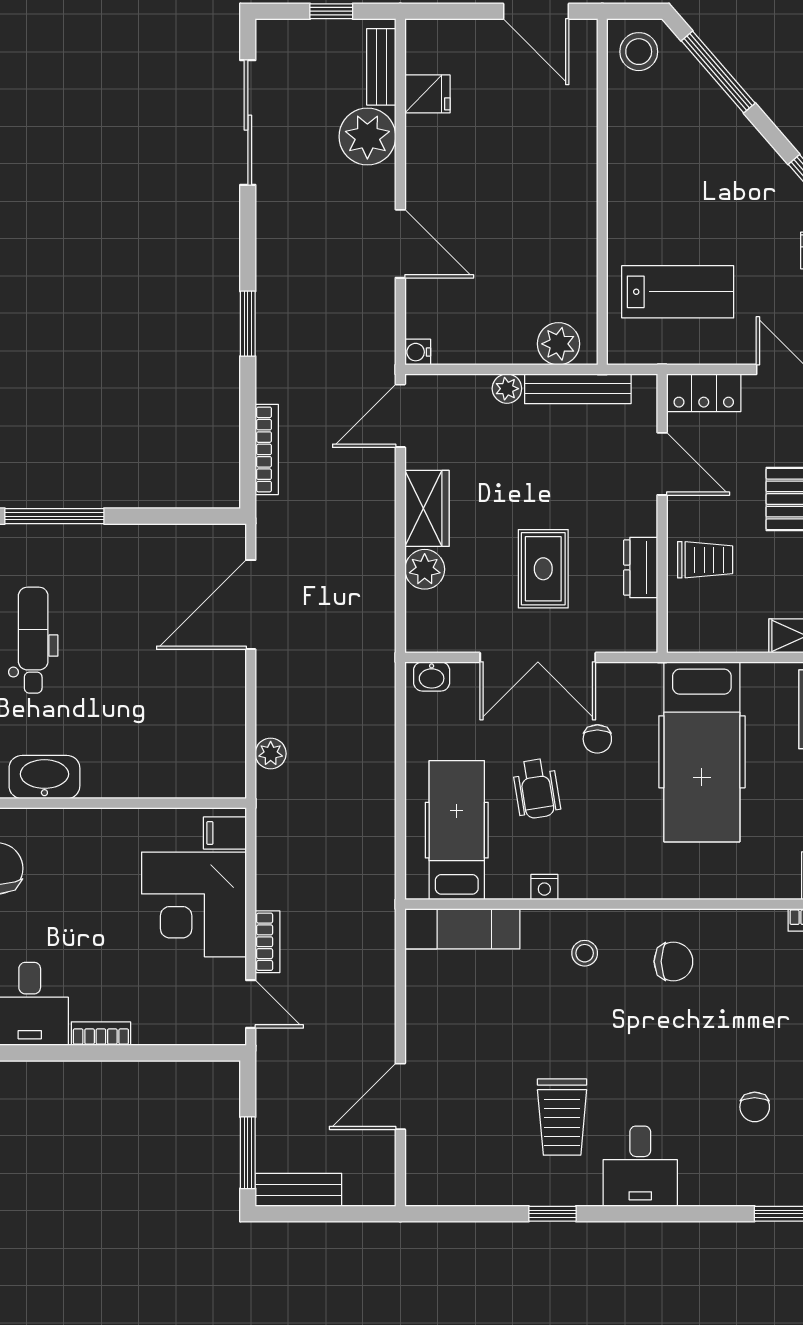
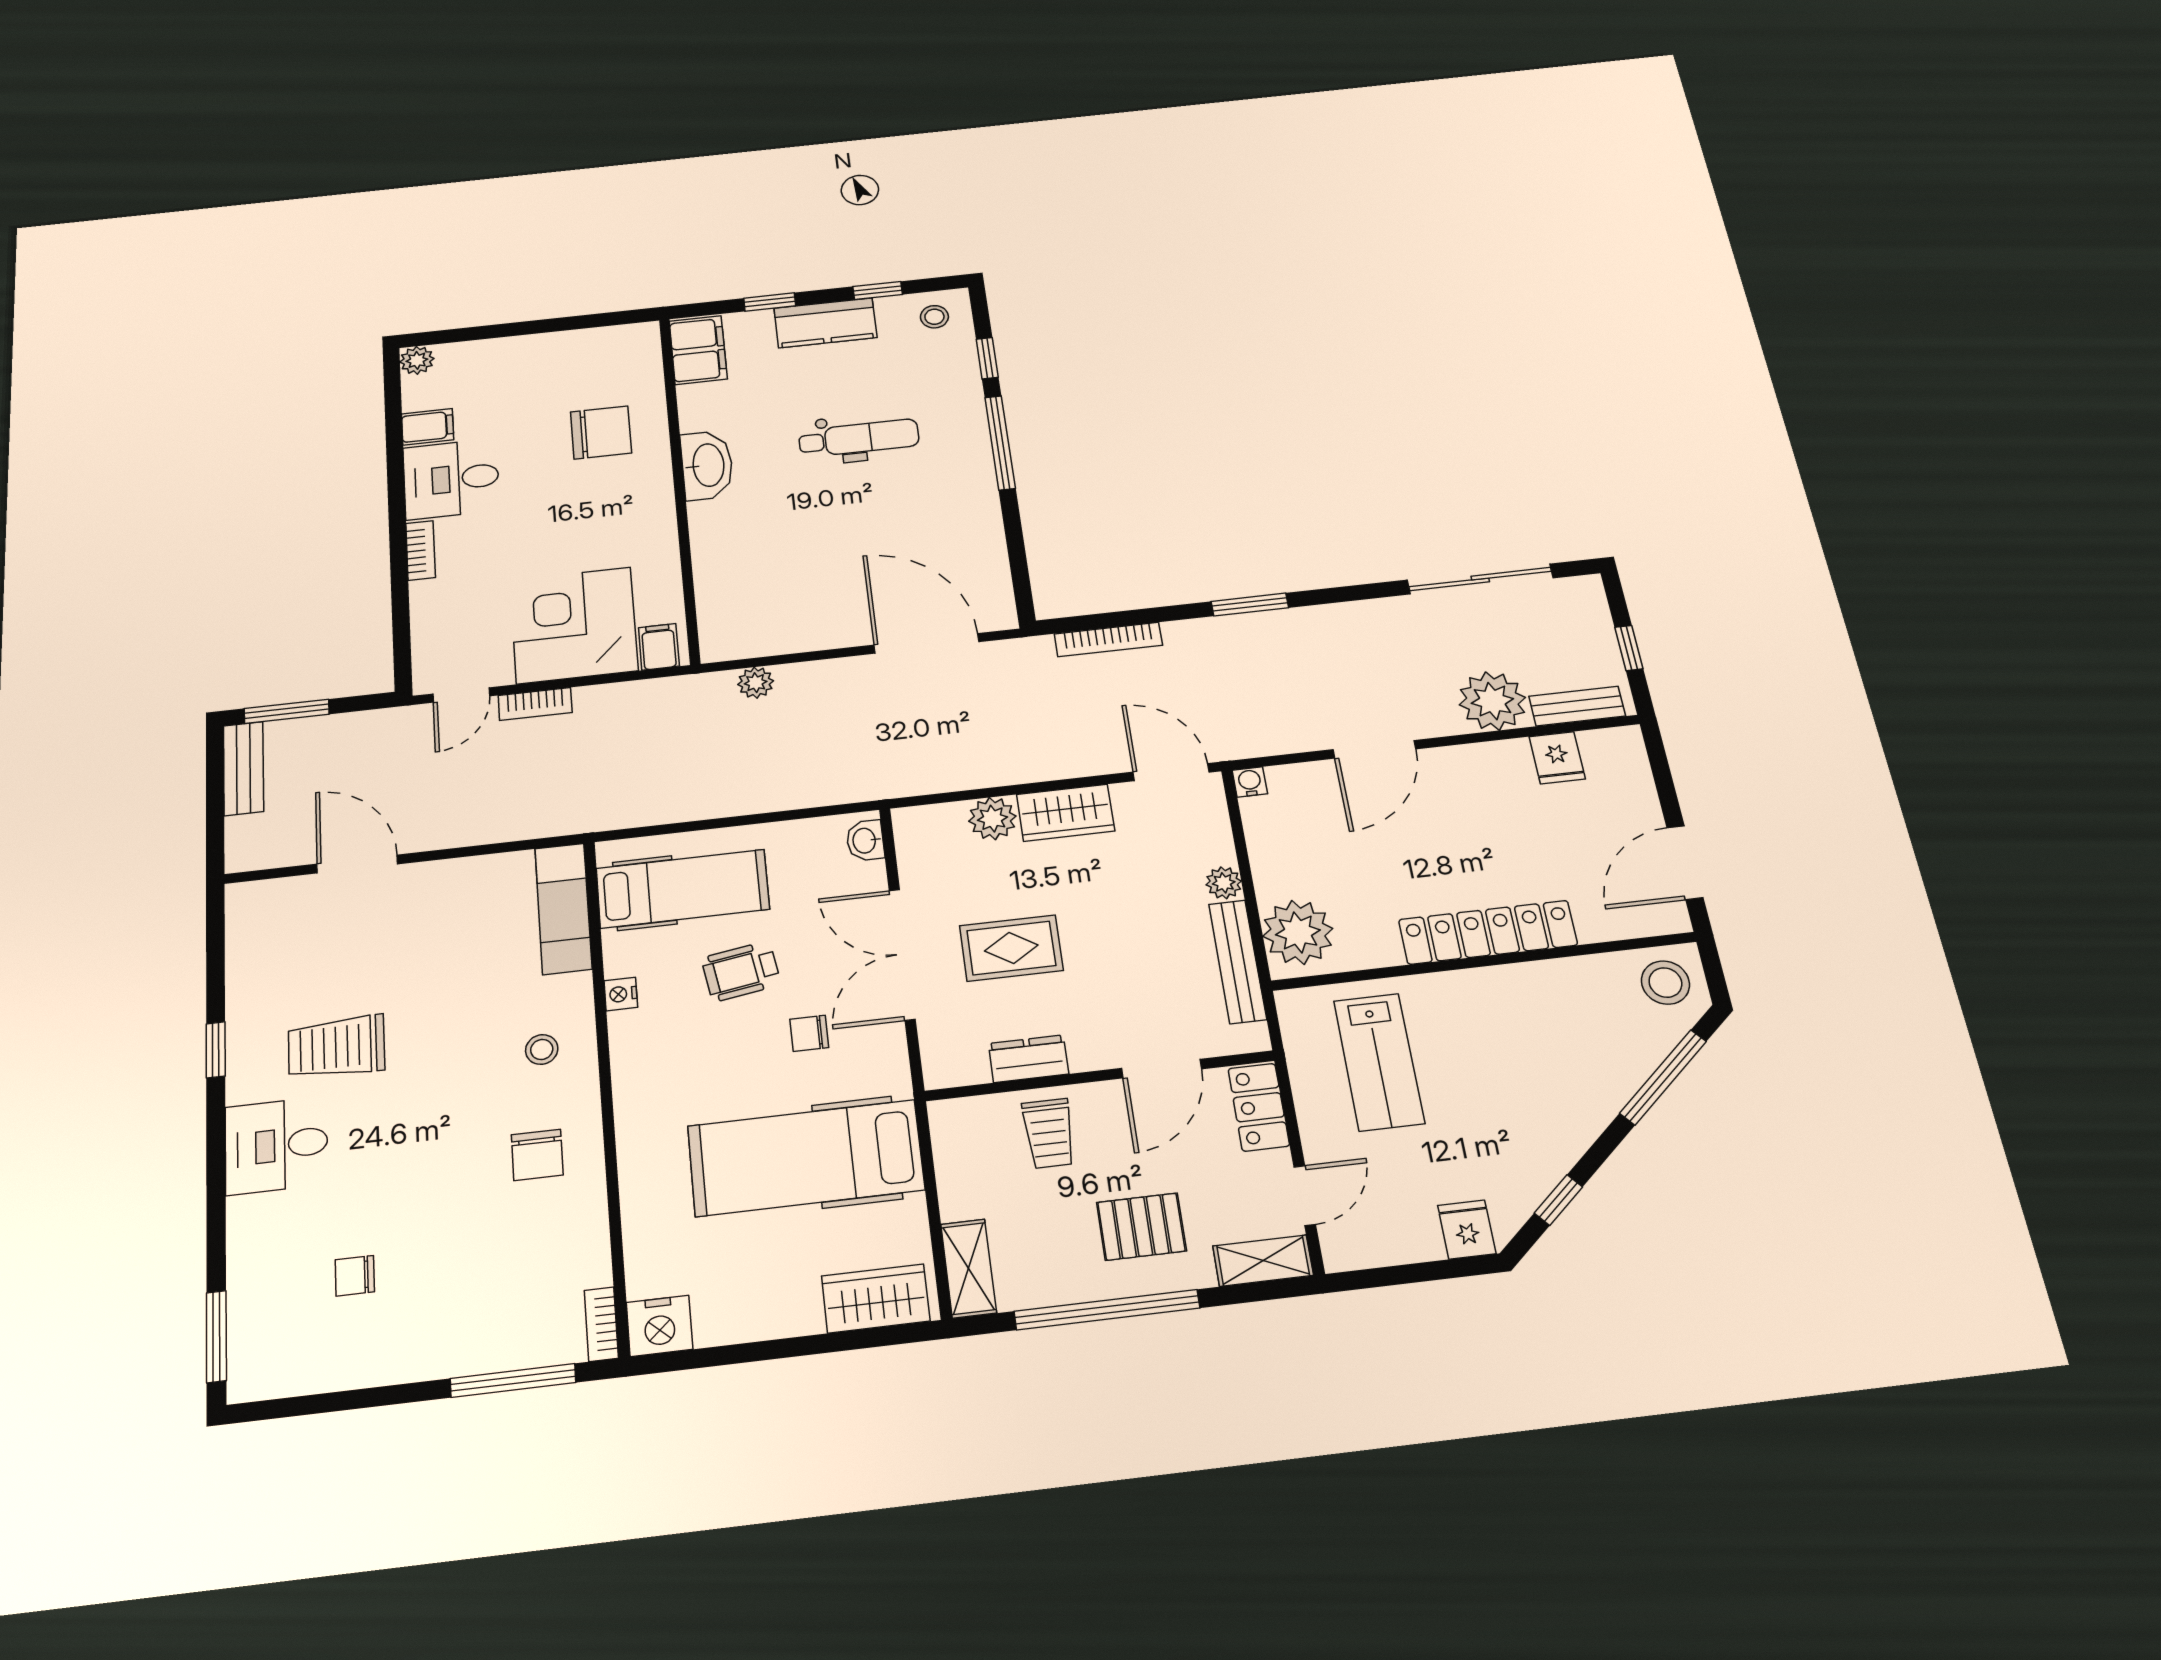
locker: (578, 183) -> (1488, 932), added
plant: (558, 344) -> (1298, 932), width x1.36, depth x1.36

